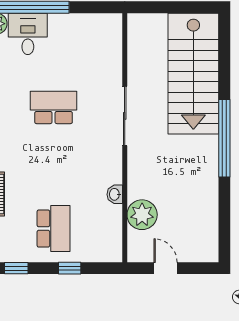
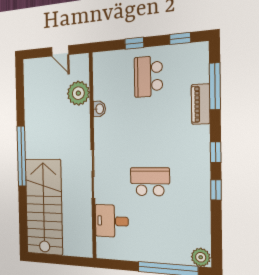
desk: (28, 34) -> (112, 221), moved, turned 90
school desk: (54, 107) -> (150, 182), turned 180

